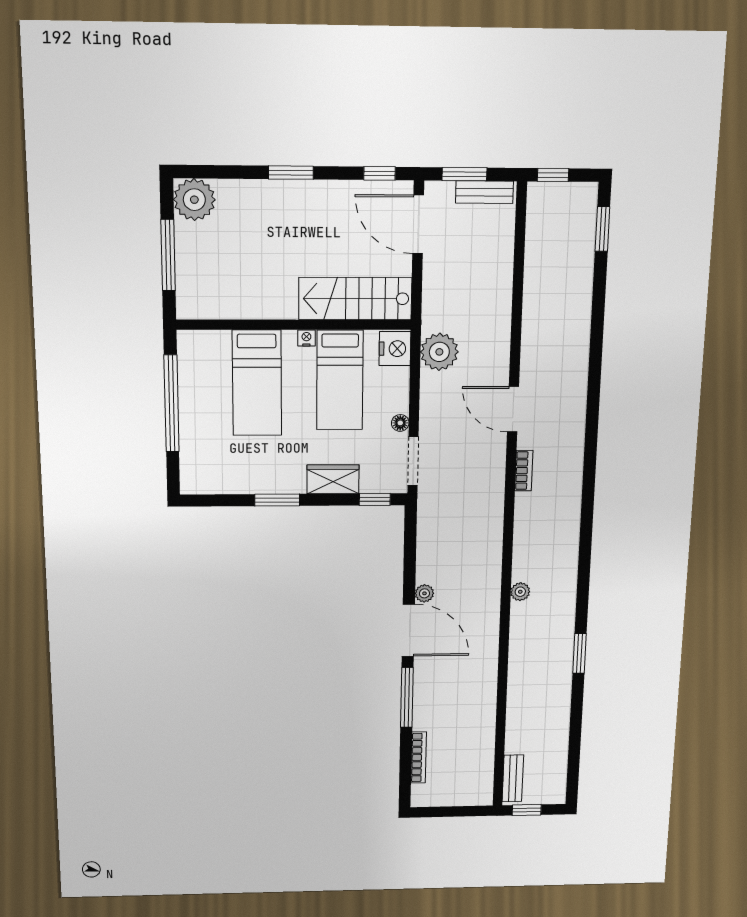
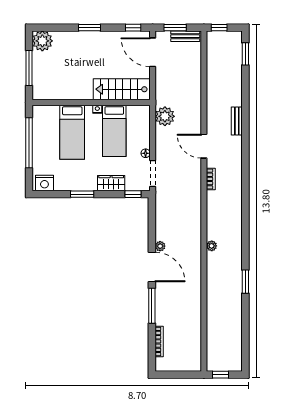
nightstand: (395, 349) -> (44, 183), moved, turned 90
bench: (513, 778) -> (237, 121), moved

